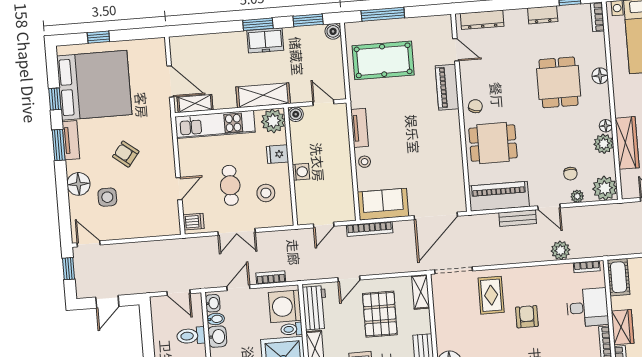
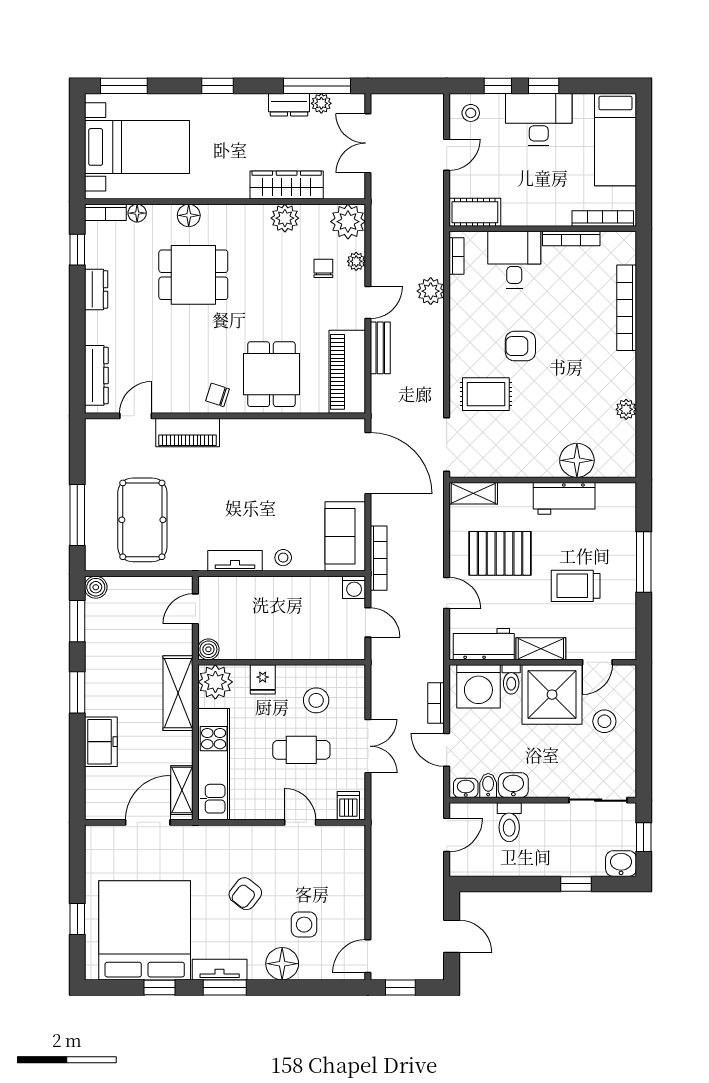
freezer: (265, 40) -> (101, 742), moved
floor lamp: (606, 126) -> (137, 213), moved
washing machine: (301, 172) -> (354, 587), moved, turned 180
chair: (570, 174) -> (323, 268), turned -90
wardrobe: (623, 327) -> (546, 212), removed

